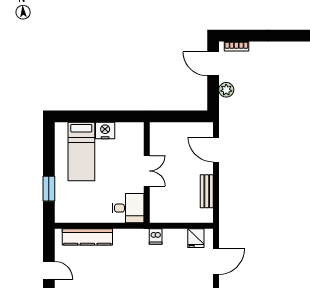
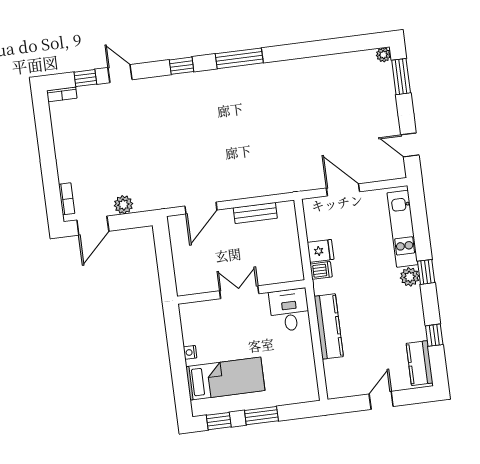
nightstand: (105, 131) -> (190, 352), width x0.53, depth x0.56
window: (49, 142) -> (219, 421), added
window: (49, 189) -> (261, 416), moved
kitchen counter: (87, 237) -> (329, 326), moved
fridge: (196, 238) -> (321, 251), moved

